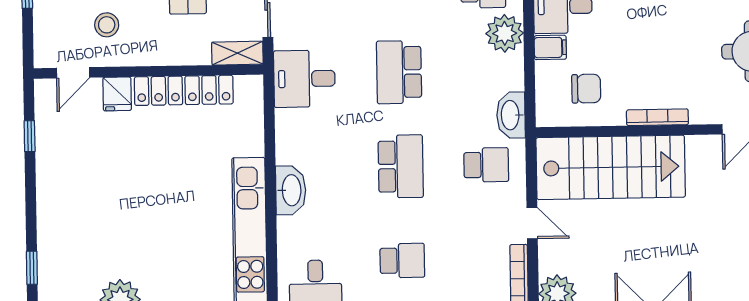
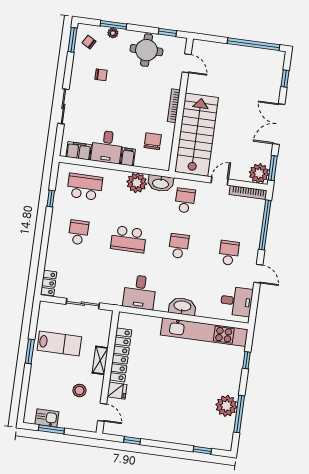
plant: (505, 33) -> (137, 183), moved
shelving: (237, 53) -> (100, 360), moved
desk: (304, 79) -> (140, 292), moved
school desk: (401, 166) -> (179, 246), width x0.54

